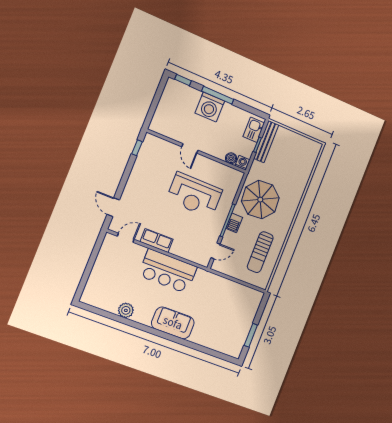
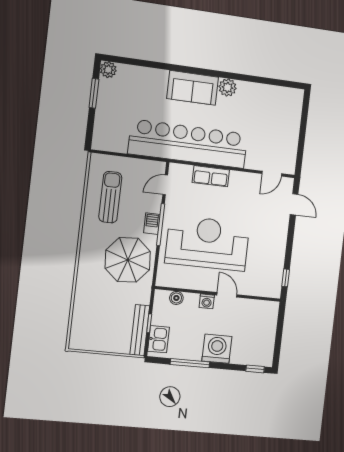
window: (218, 95) -> (190, 363), moved
washing machine: (242, 163) -> (207, 301), moved
reception desk: (194, 195) -> (207, 243), width x1.36, depth x1.30
row of seats: (157, 240) -> (211, 176), moved
bar counter: (168, 271) -> (188, 144), width x1.86
plant: (126, 310) -> (228, 87), moved
plant: (235, 351) -> (108, 70), added

